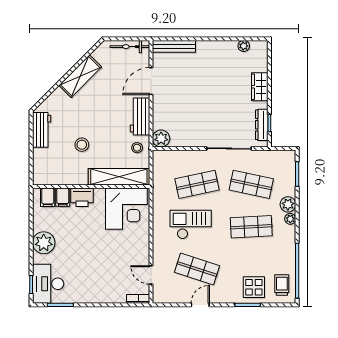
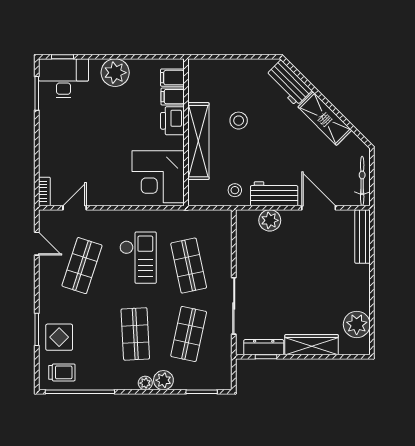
plant: (244, 46) -> (357, 324), width x1.88, depth x1.88
wardrobe: (260, 87) -> (312, 345), width x1.50
workbench: (42, 130) -> (289, 83), moved, turned 45
plant: (161, 138) -> (270, 220), moved
shelving: (119, 177) -> (198, 141), moved
door: (200, 305) -> (37, 244), moved

